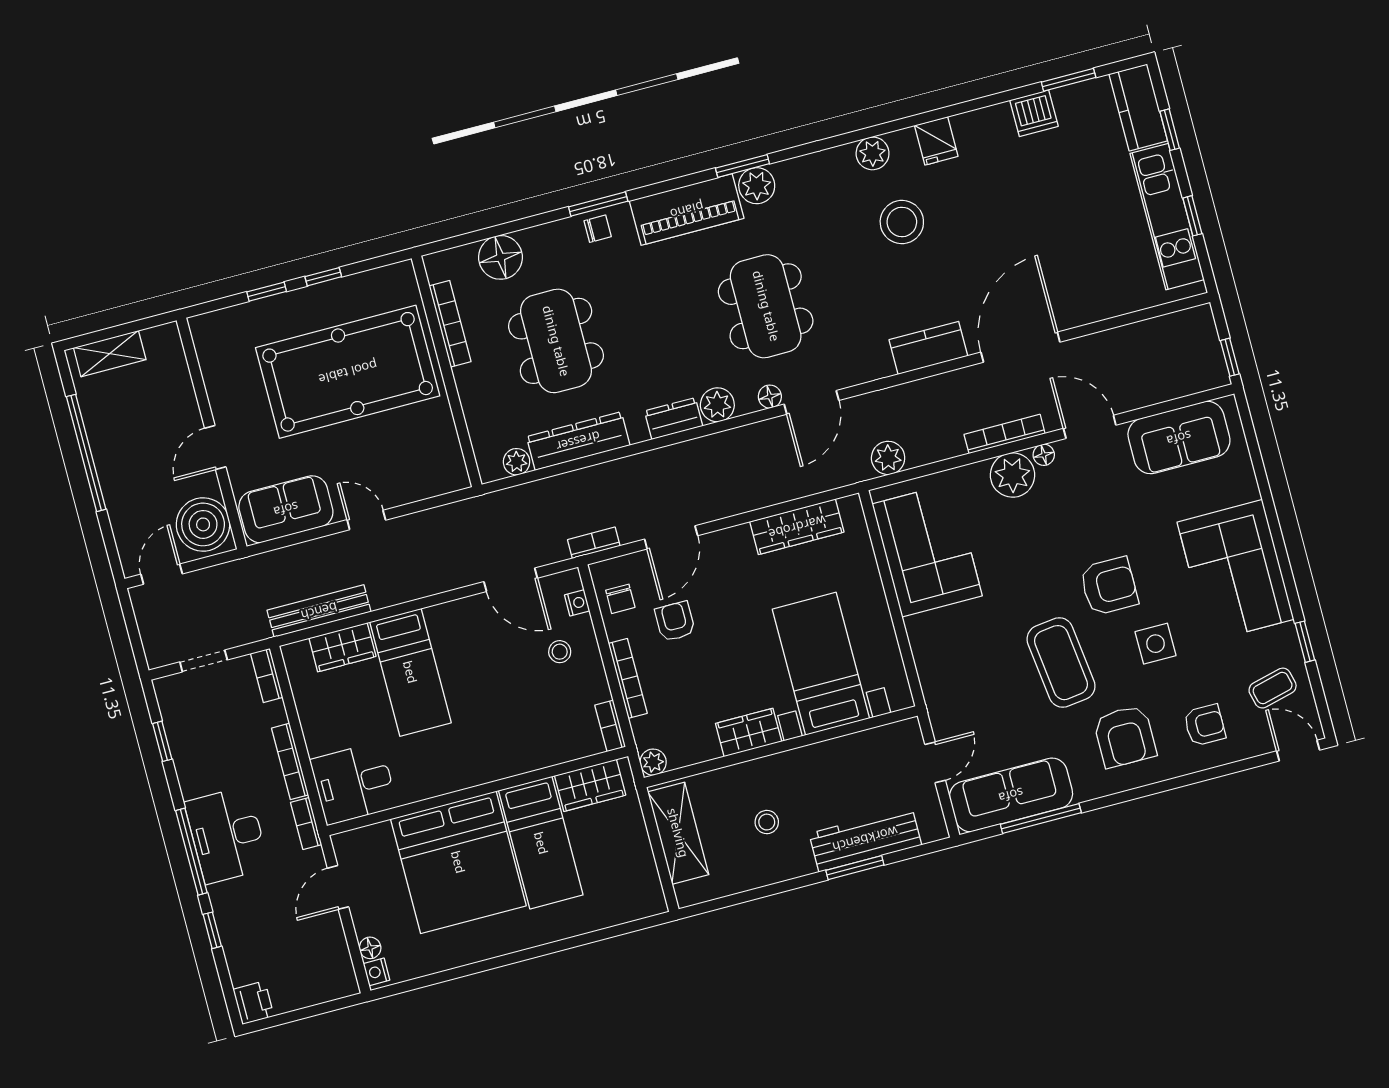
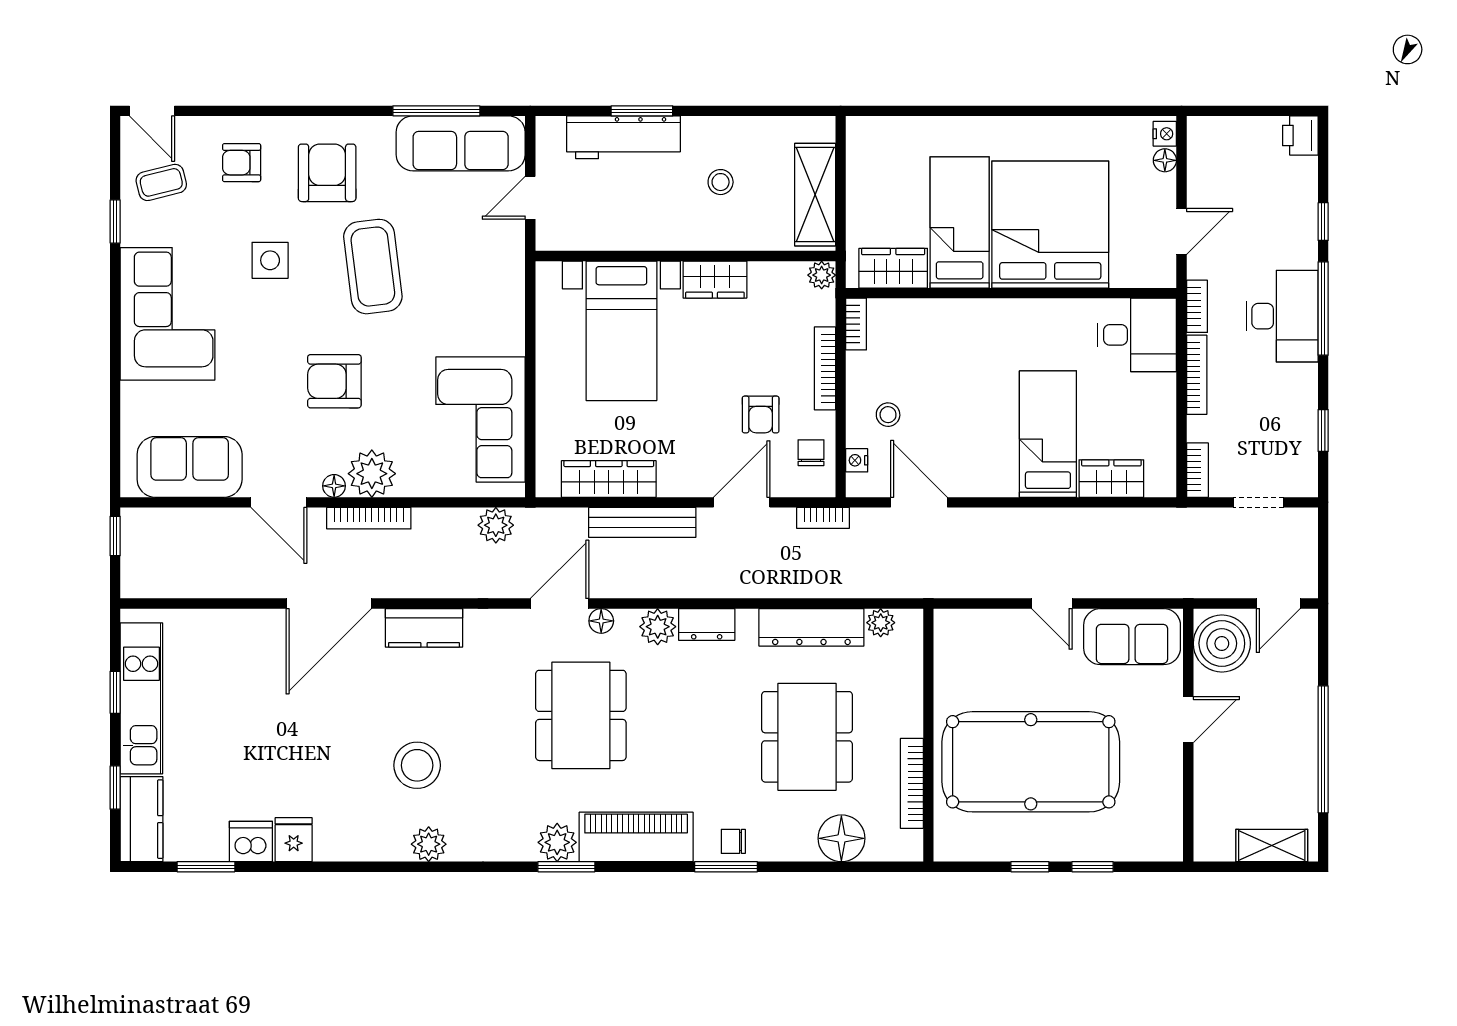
fridge: (936, 141) -> (294, 840), moved
armchair: (1109, 586) -> (334, 381), moved
bench: (319, 611) -> (642, 522), moved

